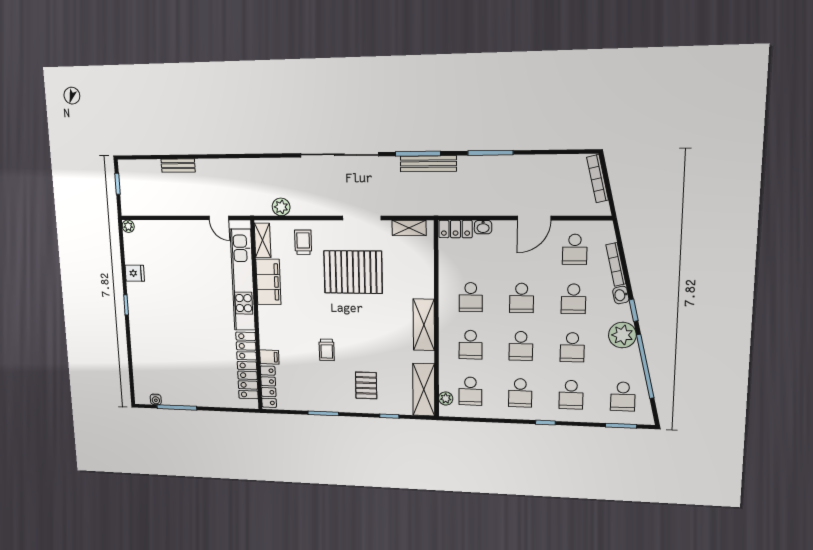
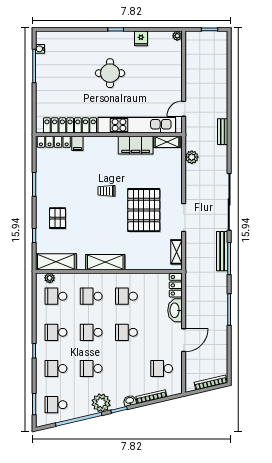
bench: (428, 164) -> (222, 251), moved
bench: (178, 166) -> (223, 132), moved
door: (534, 218) -> (184, 340), swing flipped
washbasin: (483, 227) -> (175, 310), width x1.91, depth x1.45
trolley: (303, 242) -> (166, 173), removed
school desk: (573, 299) -> (126, 369), removed
round table: (180, 313) -> (110, 73), added
trolley: (327, 350) -> (106, 191), moved
pallet: (366, 385) -> (58, 218), turned 90

